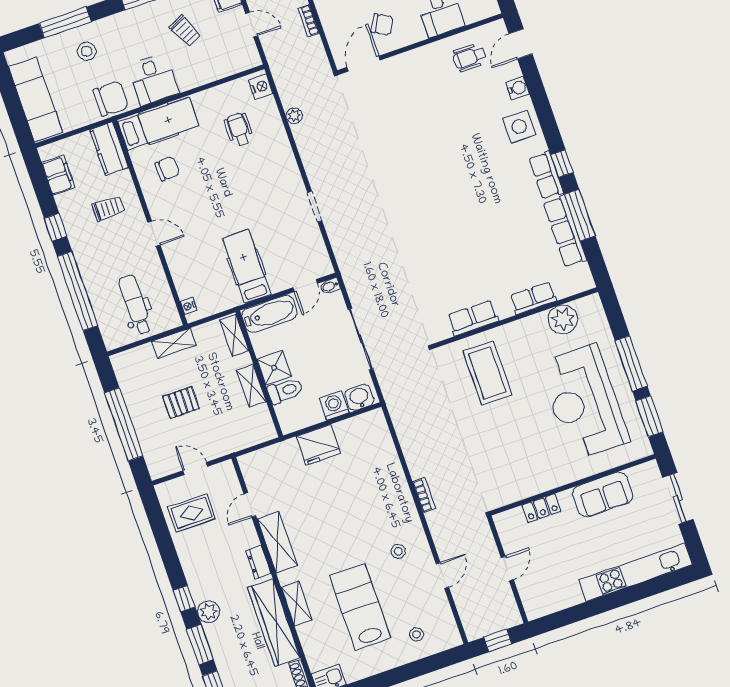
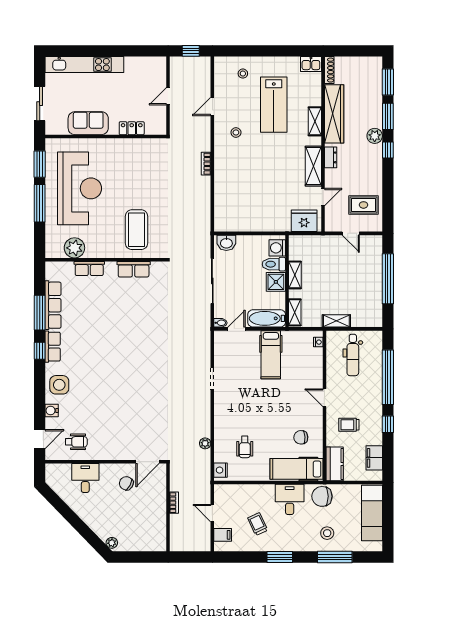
pallet: (181, 403) -> (345, 280), removed
washing machine: (334, 405) -> (277, 248), moved, turned 90
fridge: (318, 445) -> (304, 221), moved

